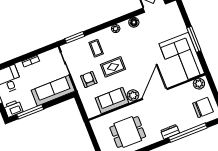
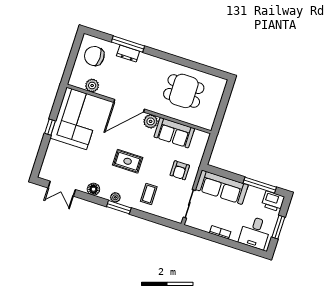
window: (75, 37) -> (119, 207), moved
window: (194, 39) -> (50, 127), width x0.46
rug: (113, 67) -> (128, 161), moved
plant: (199, 84) -> (92, 86), moved
dresser: (170, 132) -> (128, 53), moved
window: (188, 133) -> (128, 44), width x0.68

